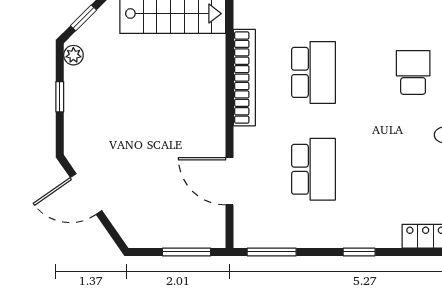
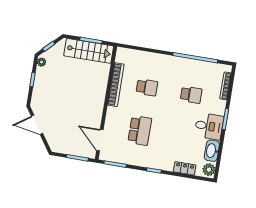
school desk: (314, 72) -> (147, 87), width x0.54
school desk: (413, 72) -> (191, 95), turned 90
door: (230, 181) -> (100, 140), moved

